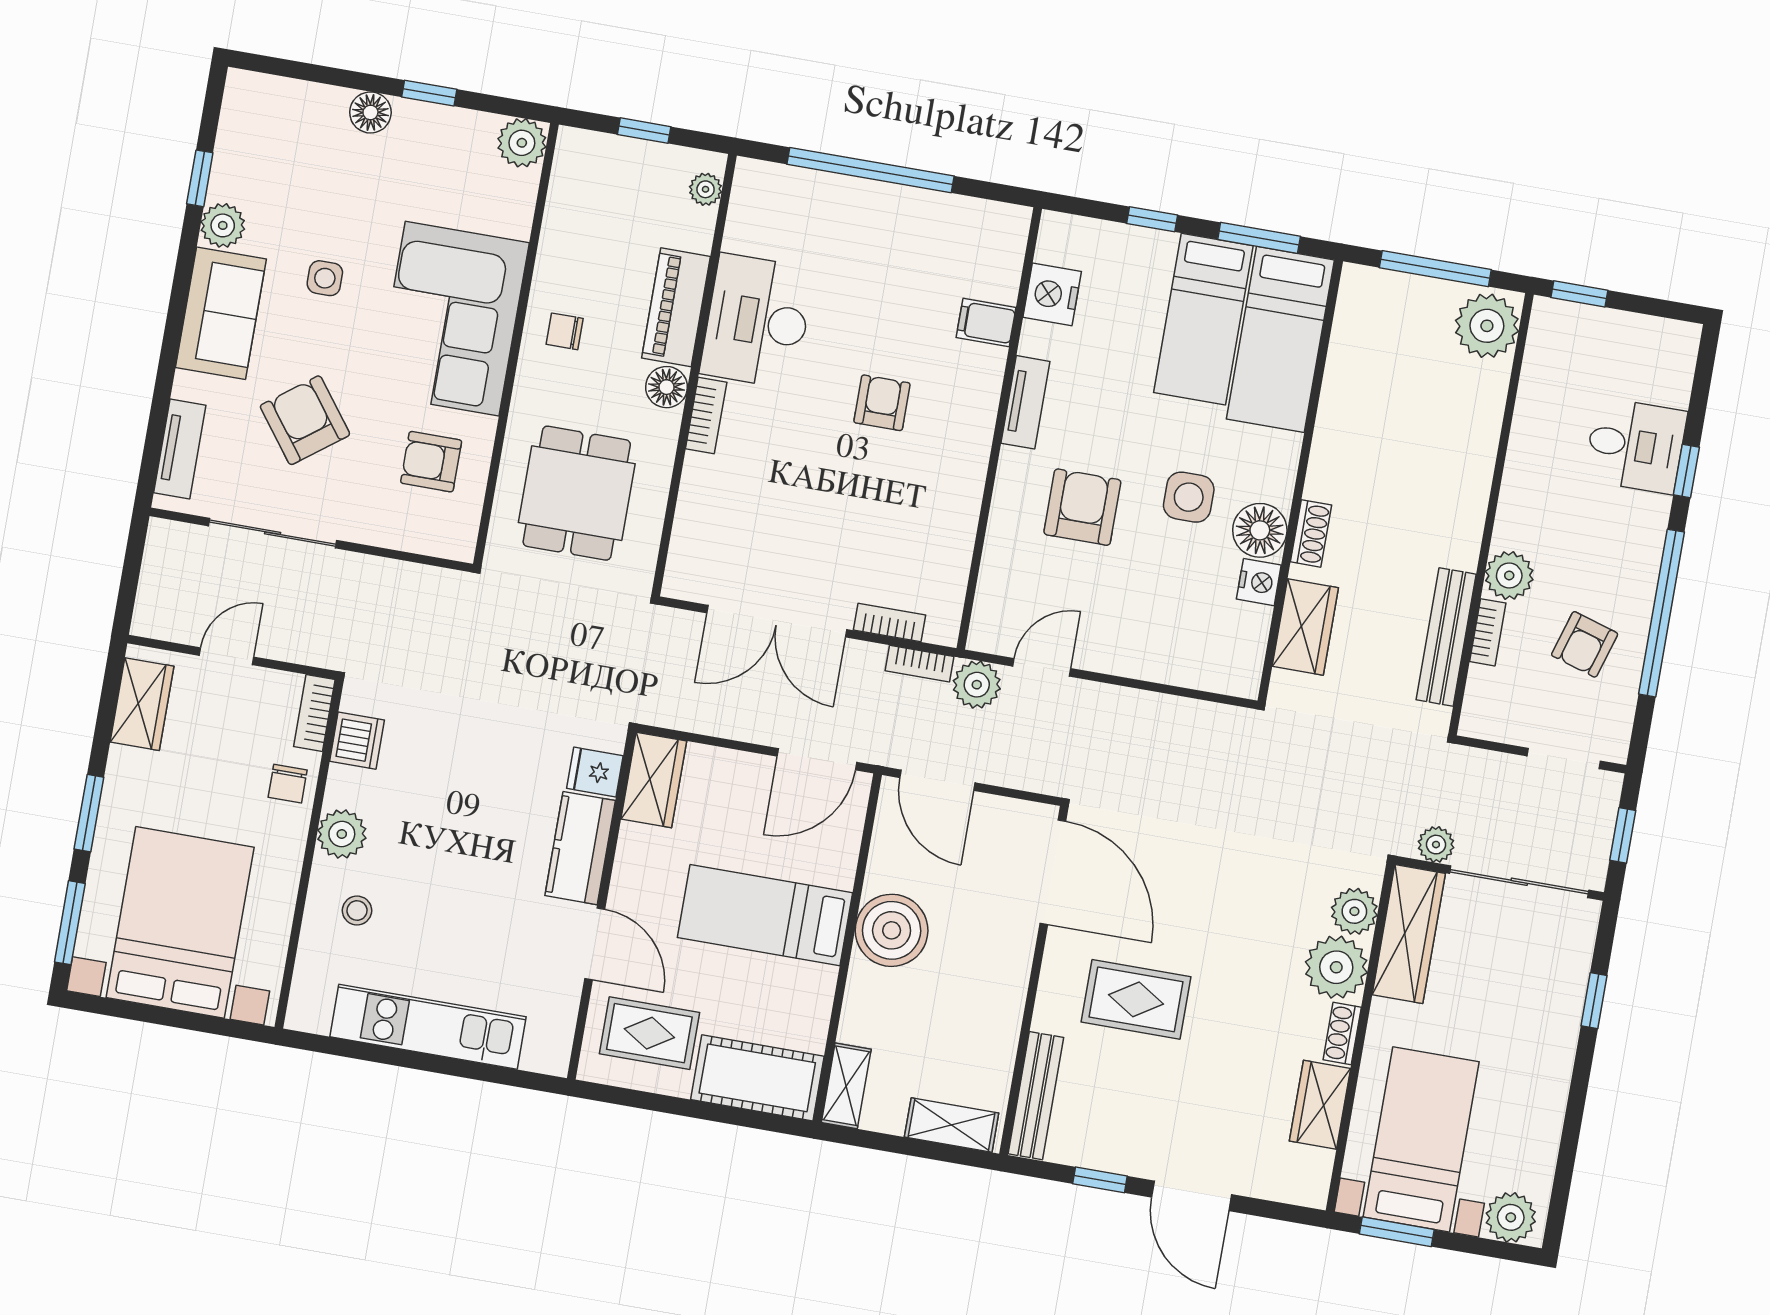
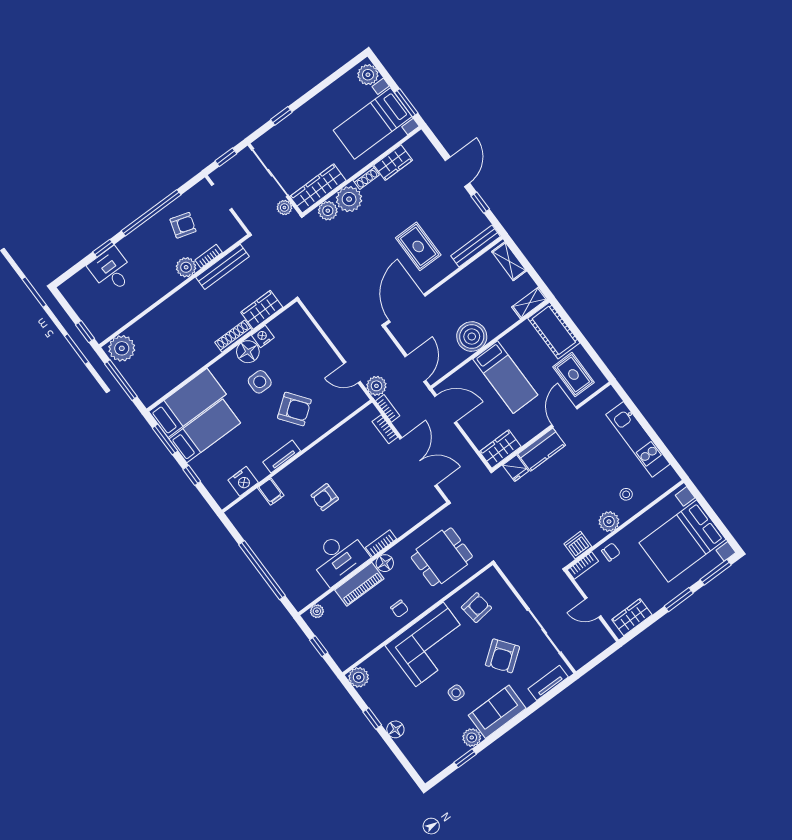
armchair: (431, 462) -> (476, 608), turned -97
armchair: (1082, 507) -> (294, 409), turned -127
shoe rack: (1311, 533) -> (233, 336), width x1.43

